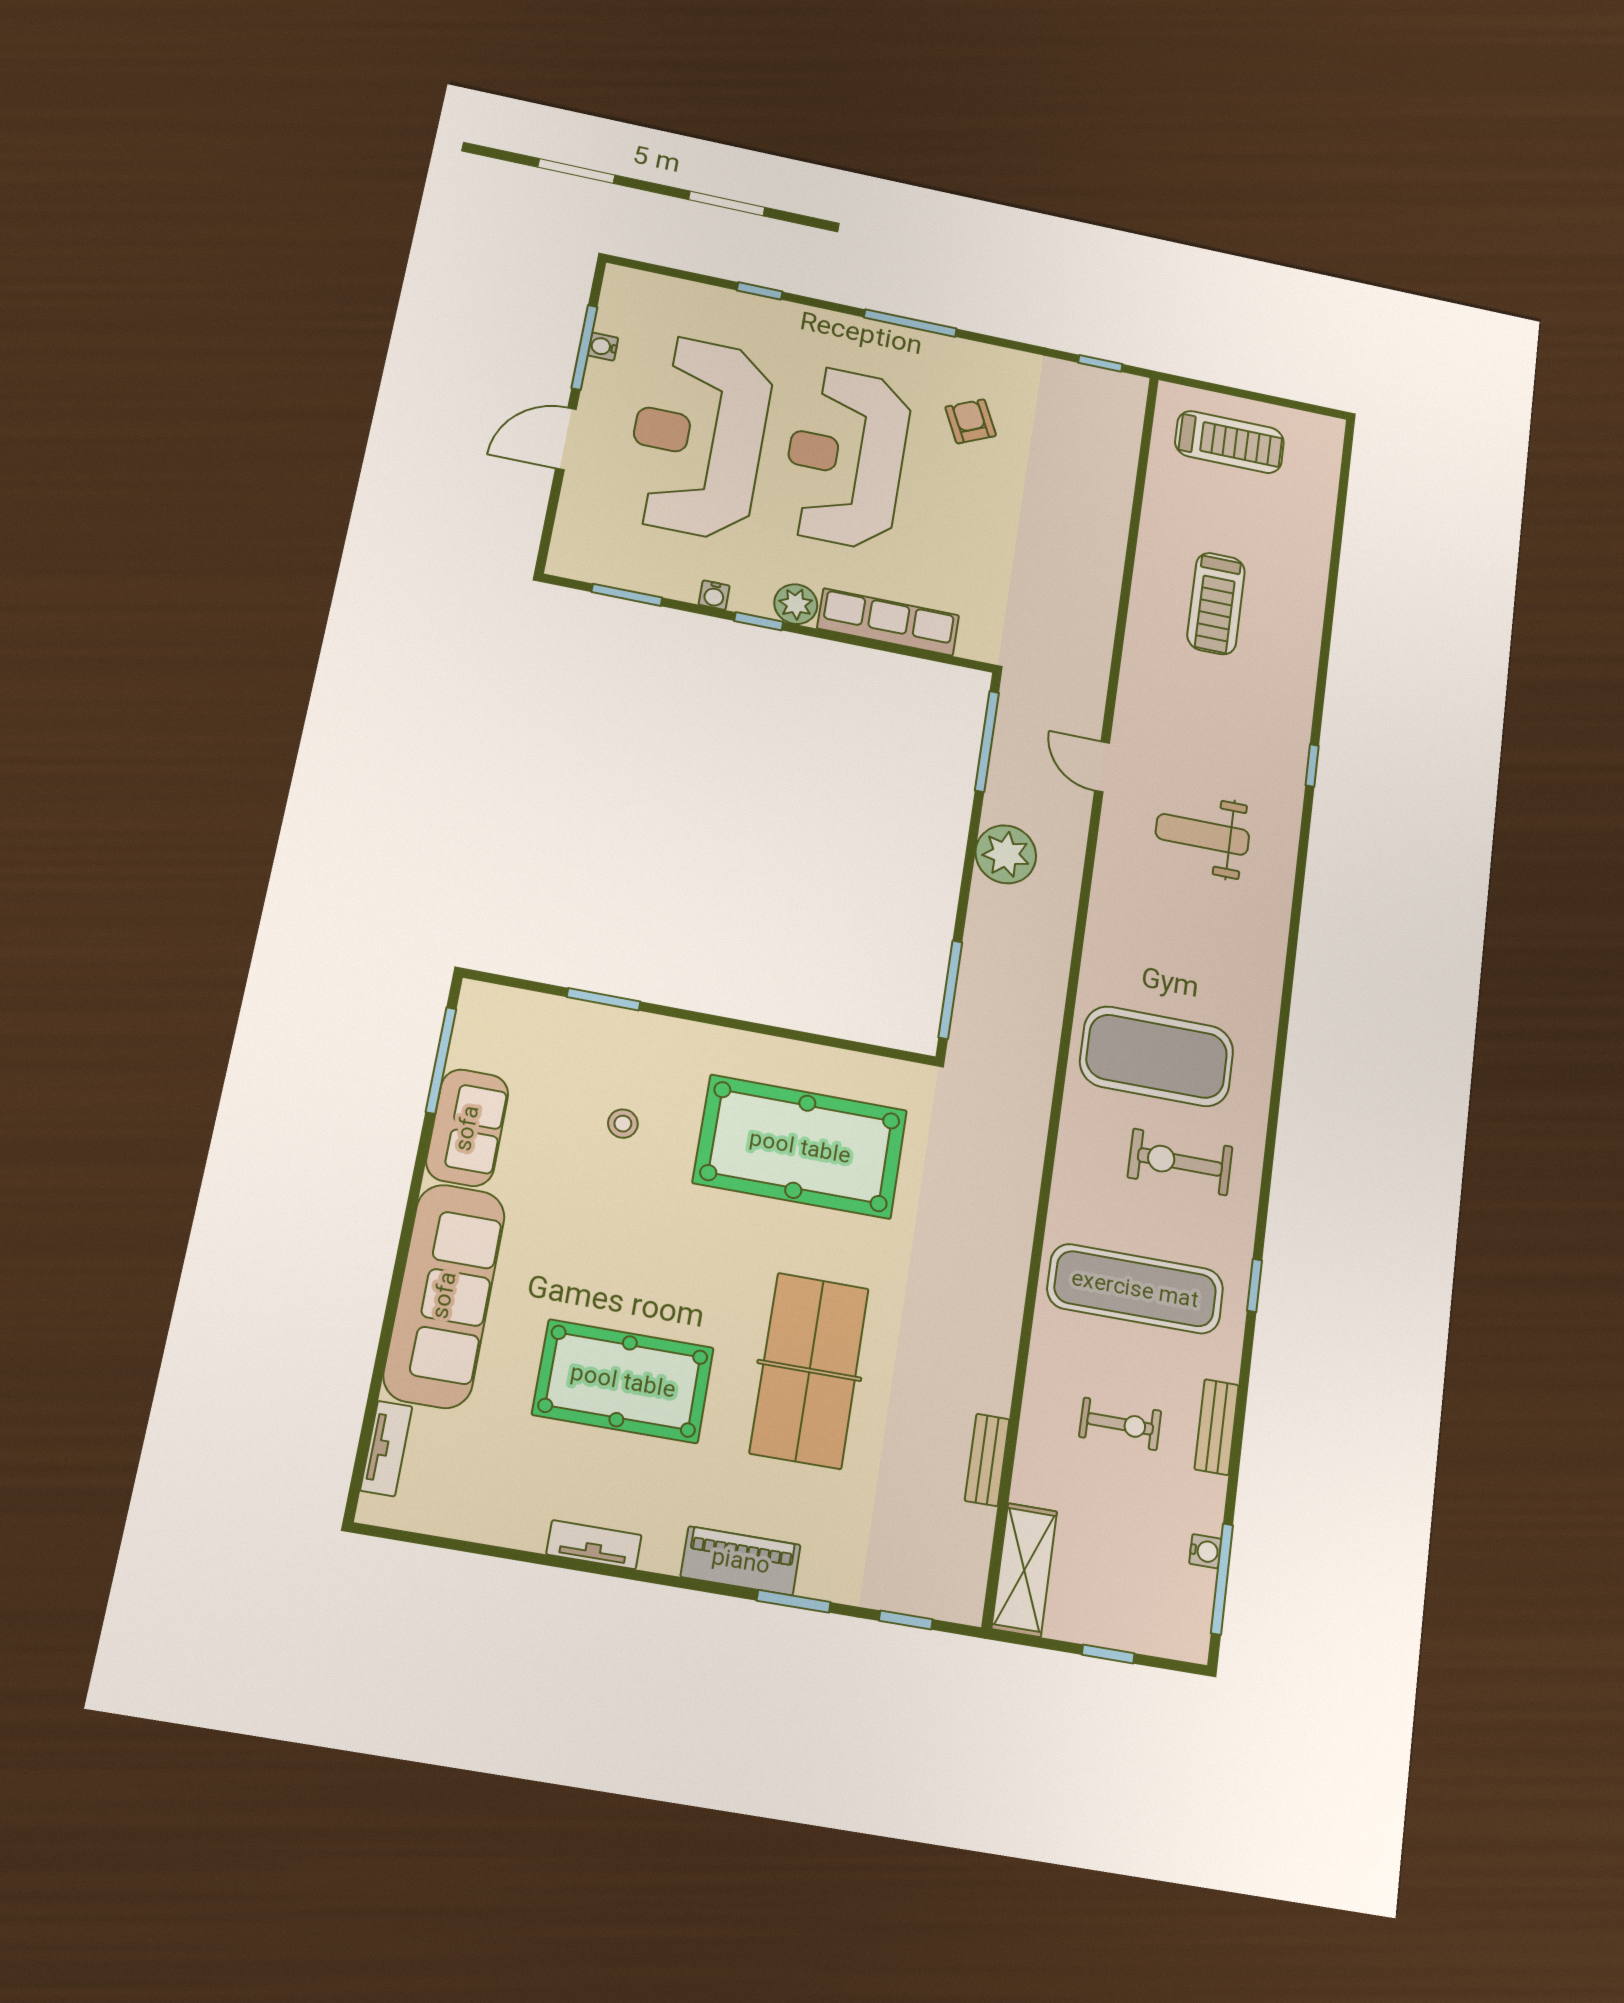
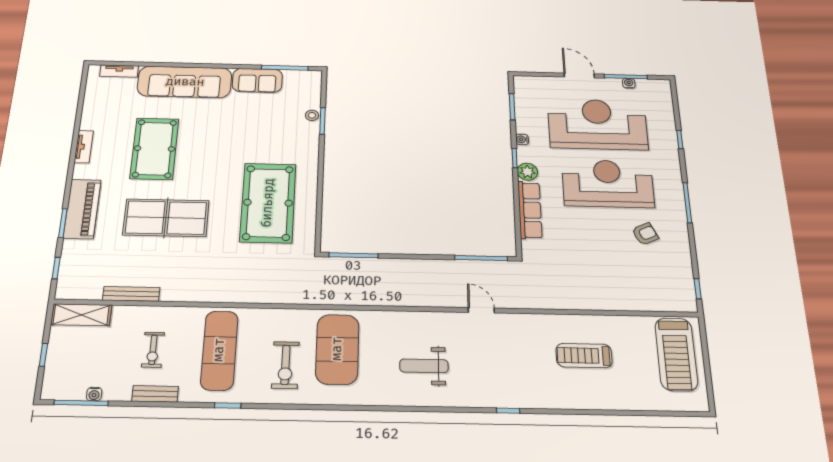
treadmill: (1230, 442) -> (676, 354), width x1.37, depth x1.38
door: (1102, 767) -> (481, 310), hinge flipped
weight bench: (1202, 834) -> (424, 366), moved, turned -90
plant: (1006, 854) -> (426, 272), removed
stool: (623, 1124) -> (312, 115), moved
exercise bike: (1180, 1162) -> (285, 365), turned 180
bench: (987, 1460) -> (131, 294), width x1.36
piano: (741, 1561) -> (82, 209), width x1.37, depth x1.33

